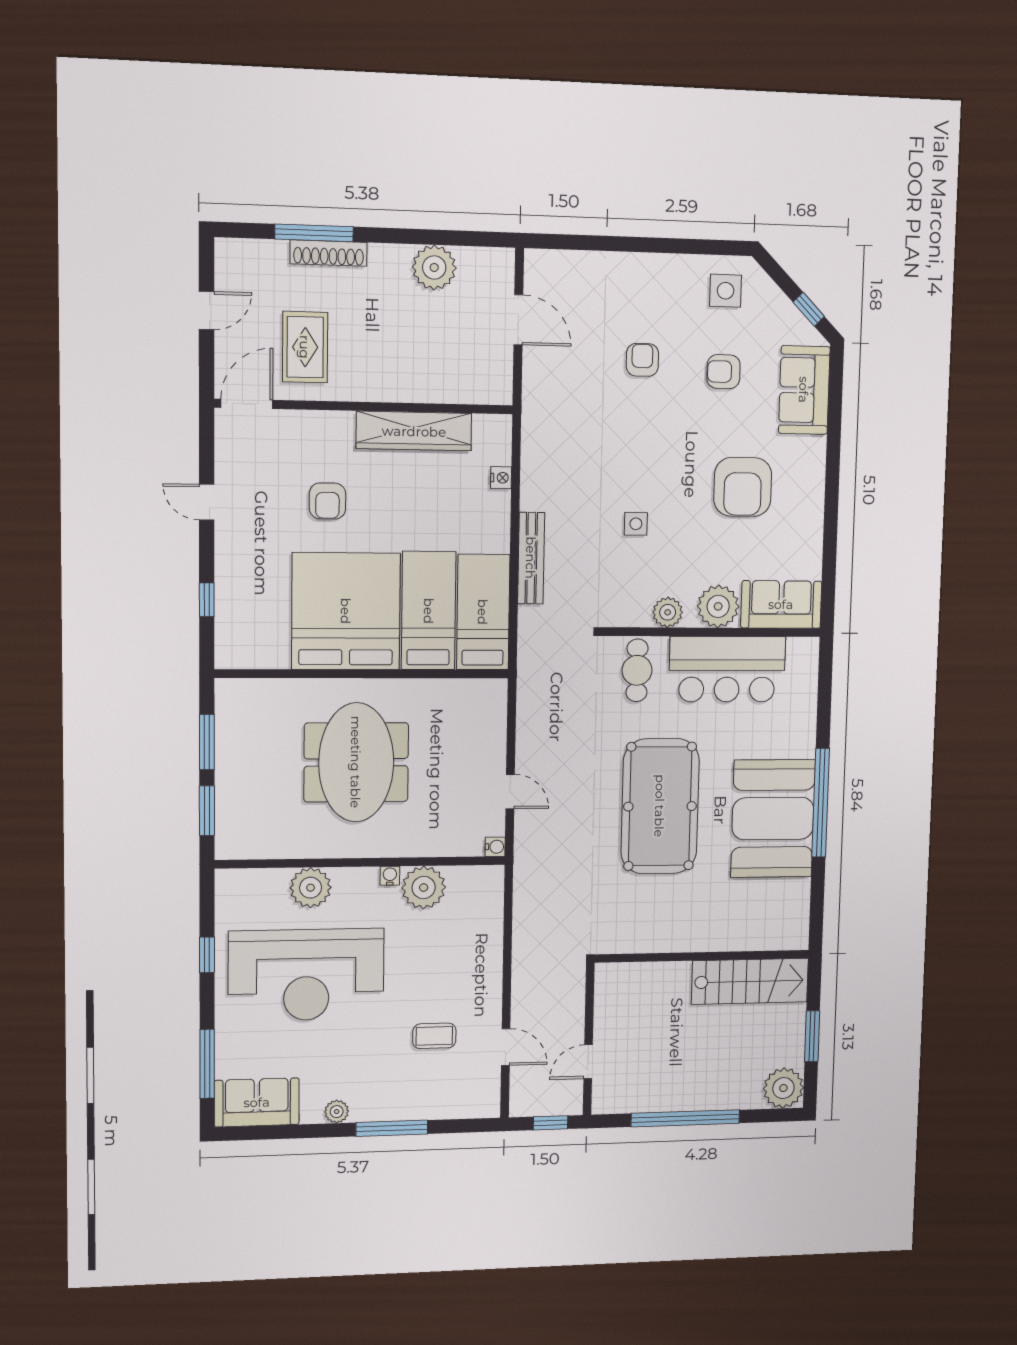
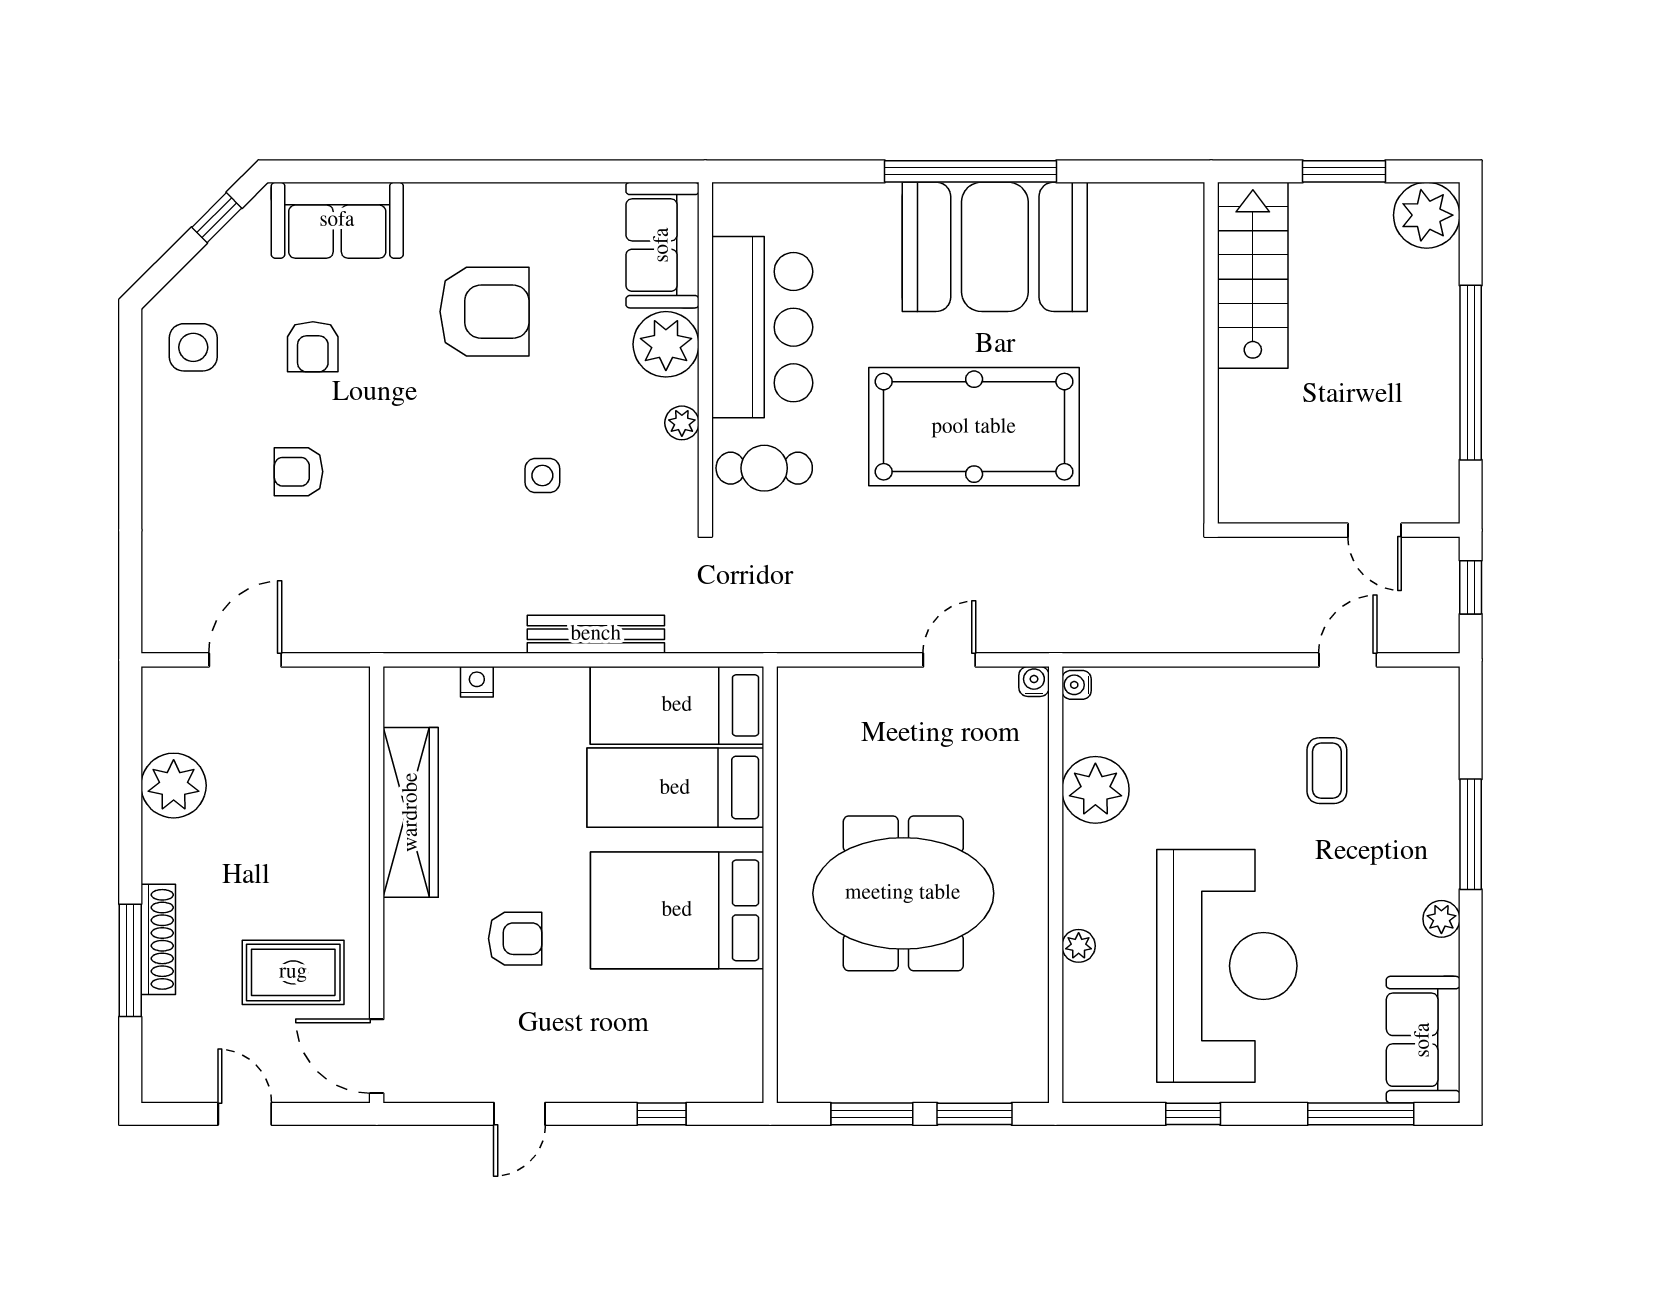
bed: (346, 611) -> (677, 910), width x0.73
plant: (668, 612) -> (682, 423), width x0.73, depth x0.73
water cooler: (390, 876) -> (1077, 685), moved
plant: (311, 888) -> (1079, 946), width x0.53, depth x0.53

